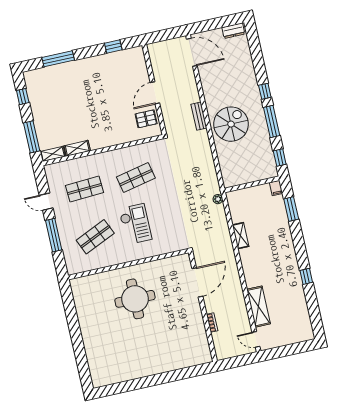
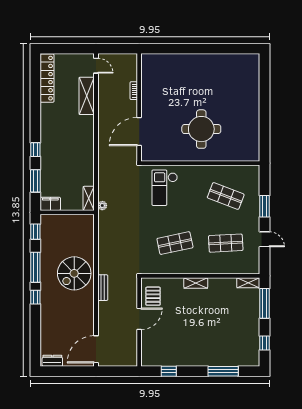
door: (192, 52) -> (96, 349), hinge flipped
pallet: (146, 119) -> (153, 296), turned 90
shelving: (77, 148) -> (196, 283), moved
filing cabinet: (276, 188) -> (50, 204), width x2.00
checkout: (135, 224) -> (165, 188), moved
window: (54, 235) -> (264, 206), width x0.69
shelving: (241, 236) -> (89, 198), moved
shop shelf: (95, 237) -> (226, 196), turned 45
window: (306, 276) -> (35, 150), moved
locker: (303, 316) -> (47, 78), added

